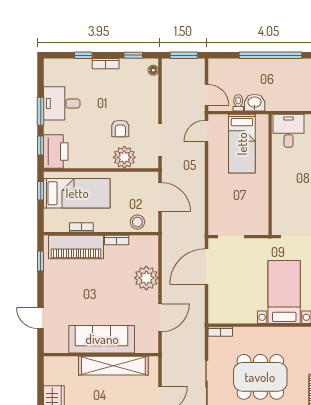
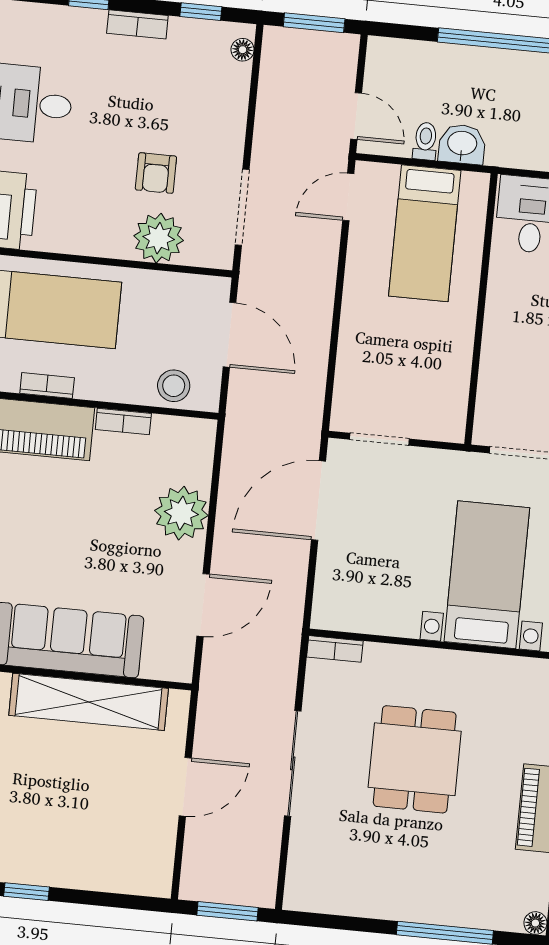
dining table: (260, 377) -> (415, 759), width x0.73

